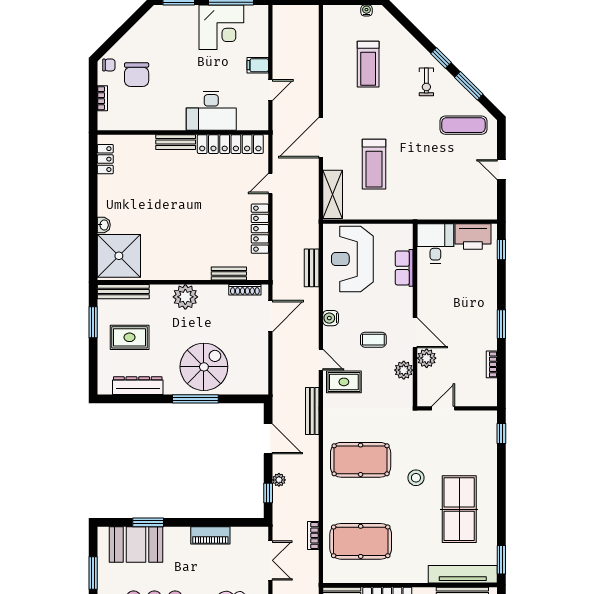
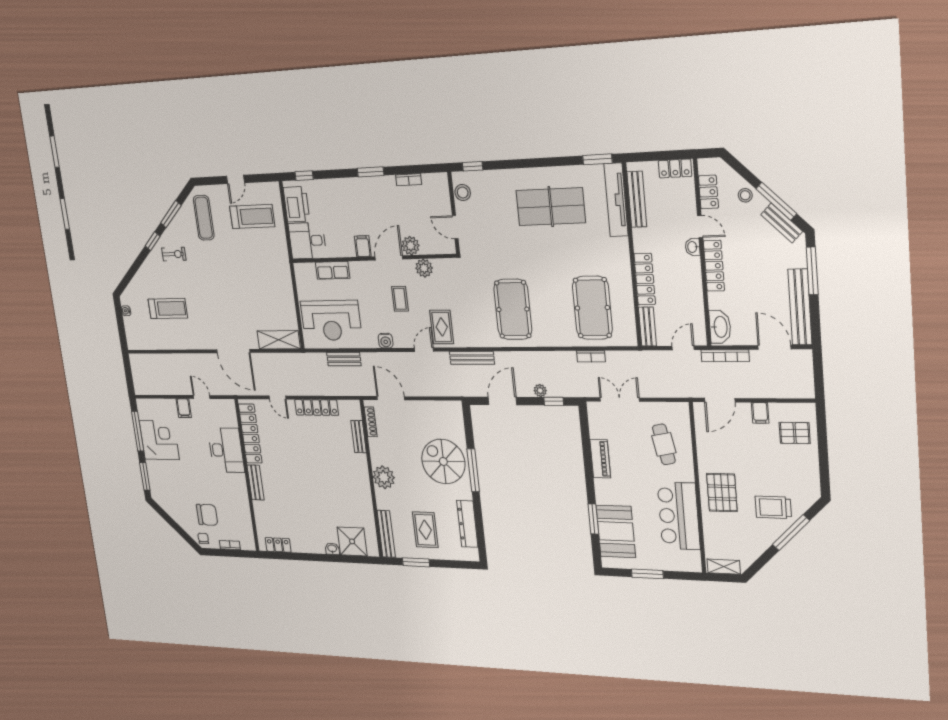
treadmill: (374, 164) -> (252, 216), moved
shower: (119, 256) -> (352, 541), width x0.73, depth x0.73
filing cabinet: (428, 305) -> (363, 246), added
stool: (416, 478) -> (463, 192), moved

